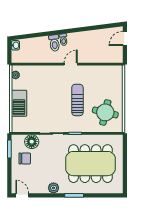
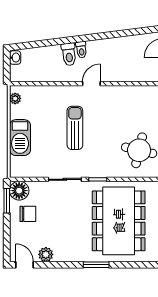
sun lounger: (77, 100) -> (75, 128), moved
floor lamp: (32, 142) -> (19, 191), moved
dining table: (90, 164) -> (119, 221), turned 90
plant: (54, 188) -> (46, 254), moved

